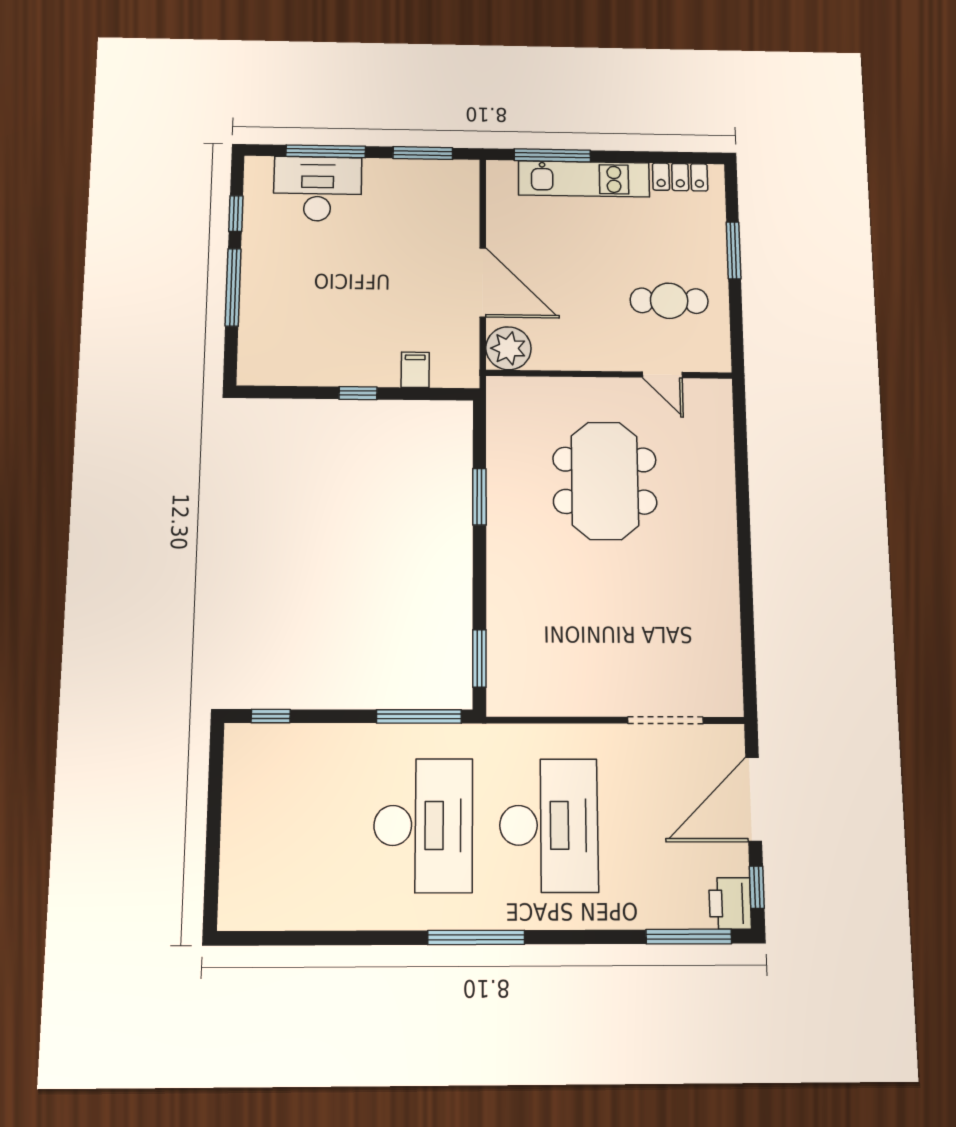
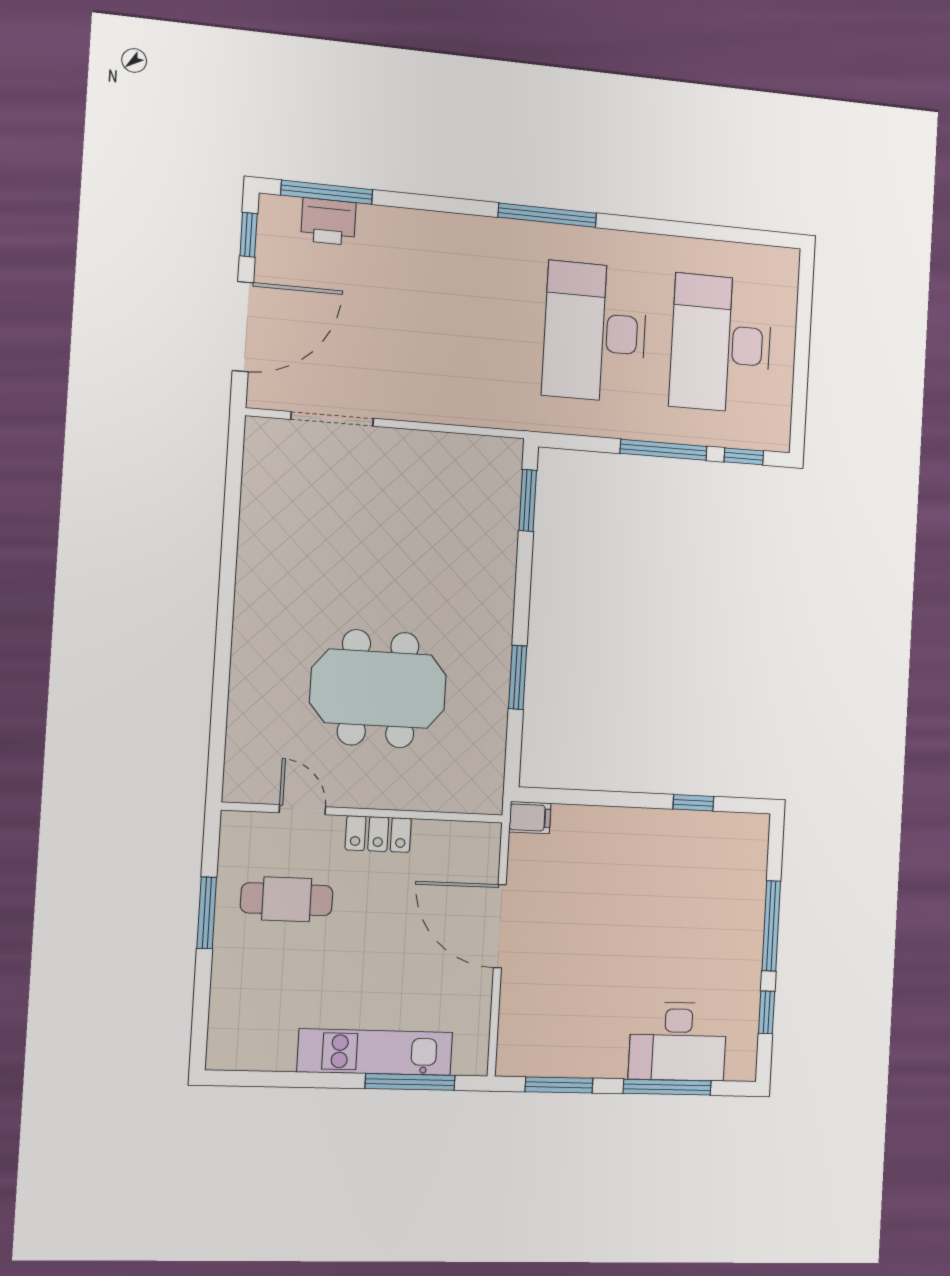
locker: (680, 177) -> (378, 834), moved, turned 180
window: (734, 250) -> (207, 913), moved
plant: (508, 348) -> (476, 847), removed
filing cabinet: (415, 370) -> (530, 818), moved, turned -90
window: (358, 393) -> (693, 803), moved
meeting table: (605, 481) -> (378, 689), turned 90
window: (419, 716) -> (664, 450), moved
desk: (549, 825) -> (721, 344), moved
printer: (730, 903) -> (328, 222), moved, turned 90

